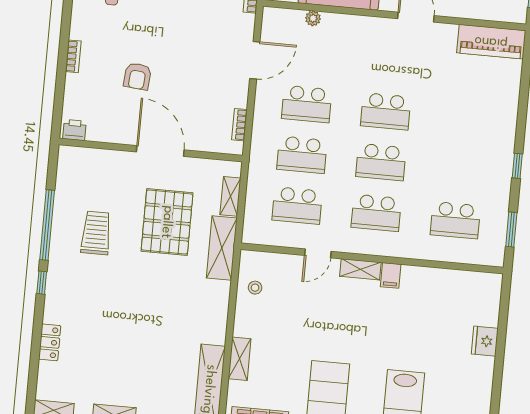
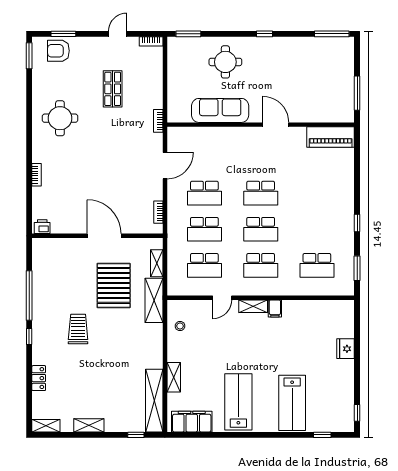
plant: (313, 18) -> (203, 132), removed
armchair: (137, 76) -> (83, 185), removed
trolley: (96, 233) -> (78, 329), moved

